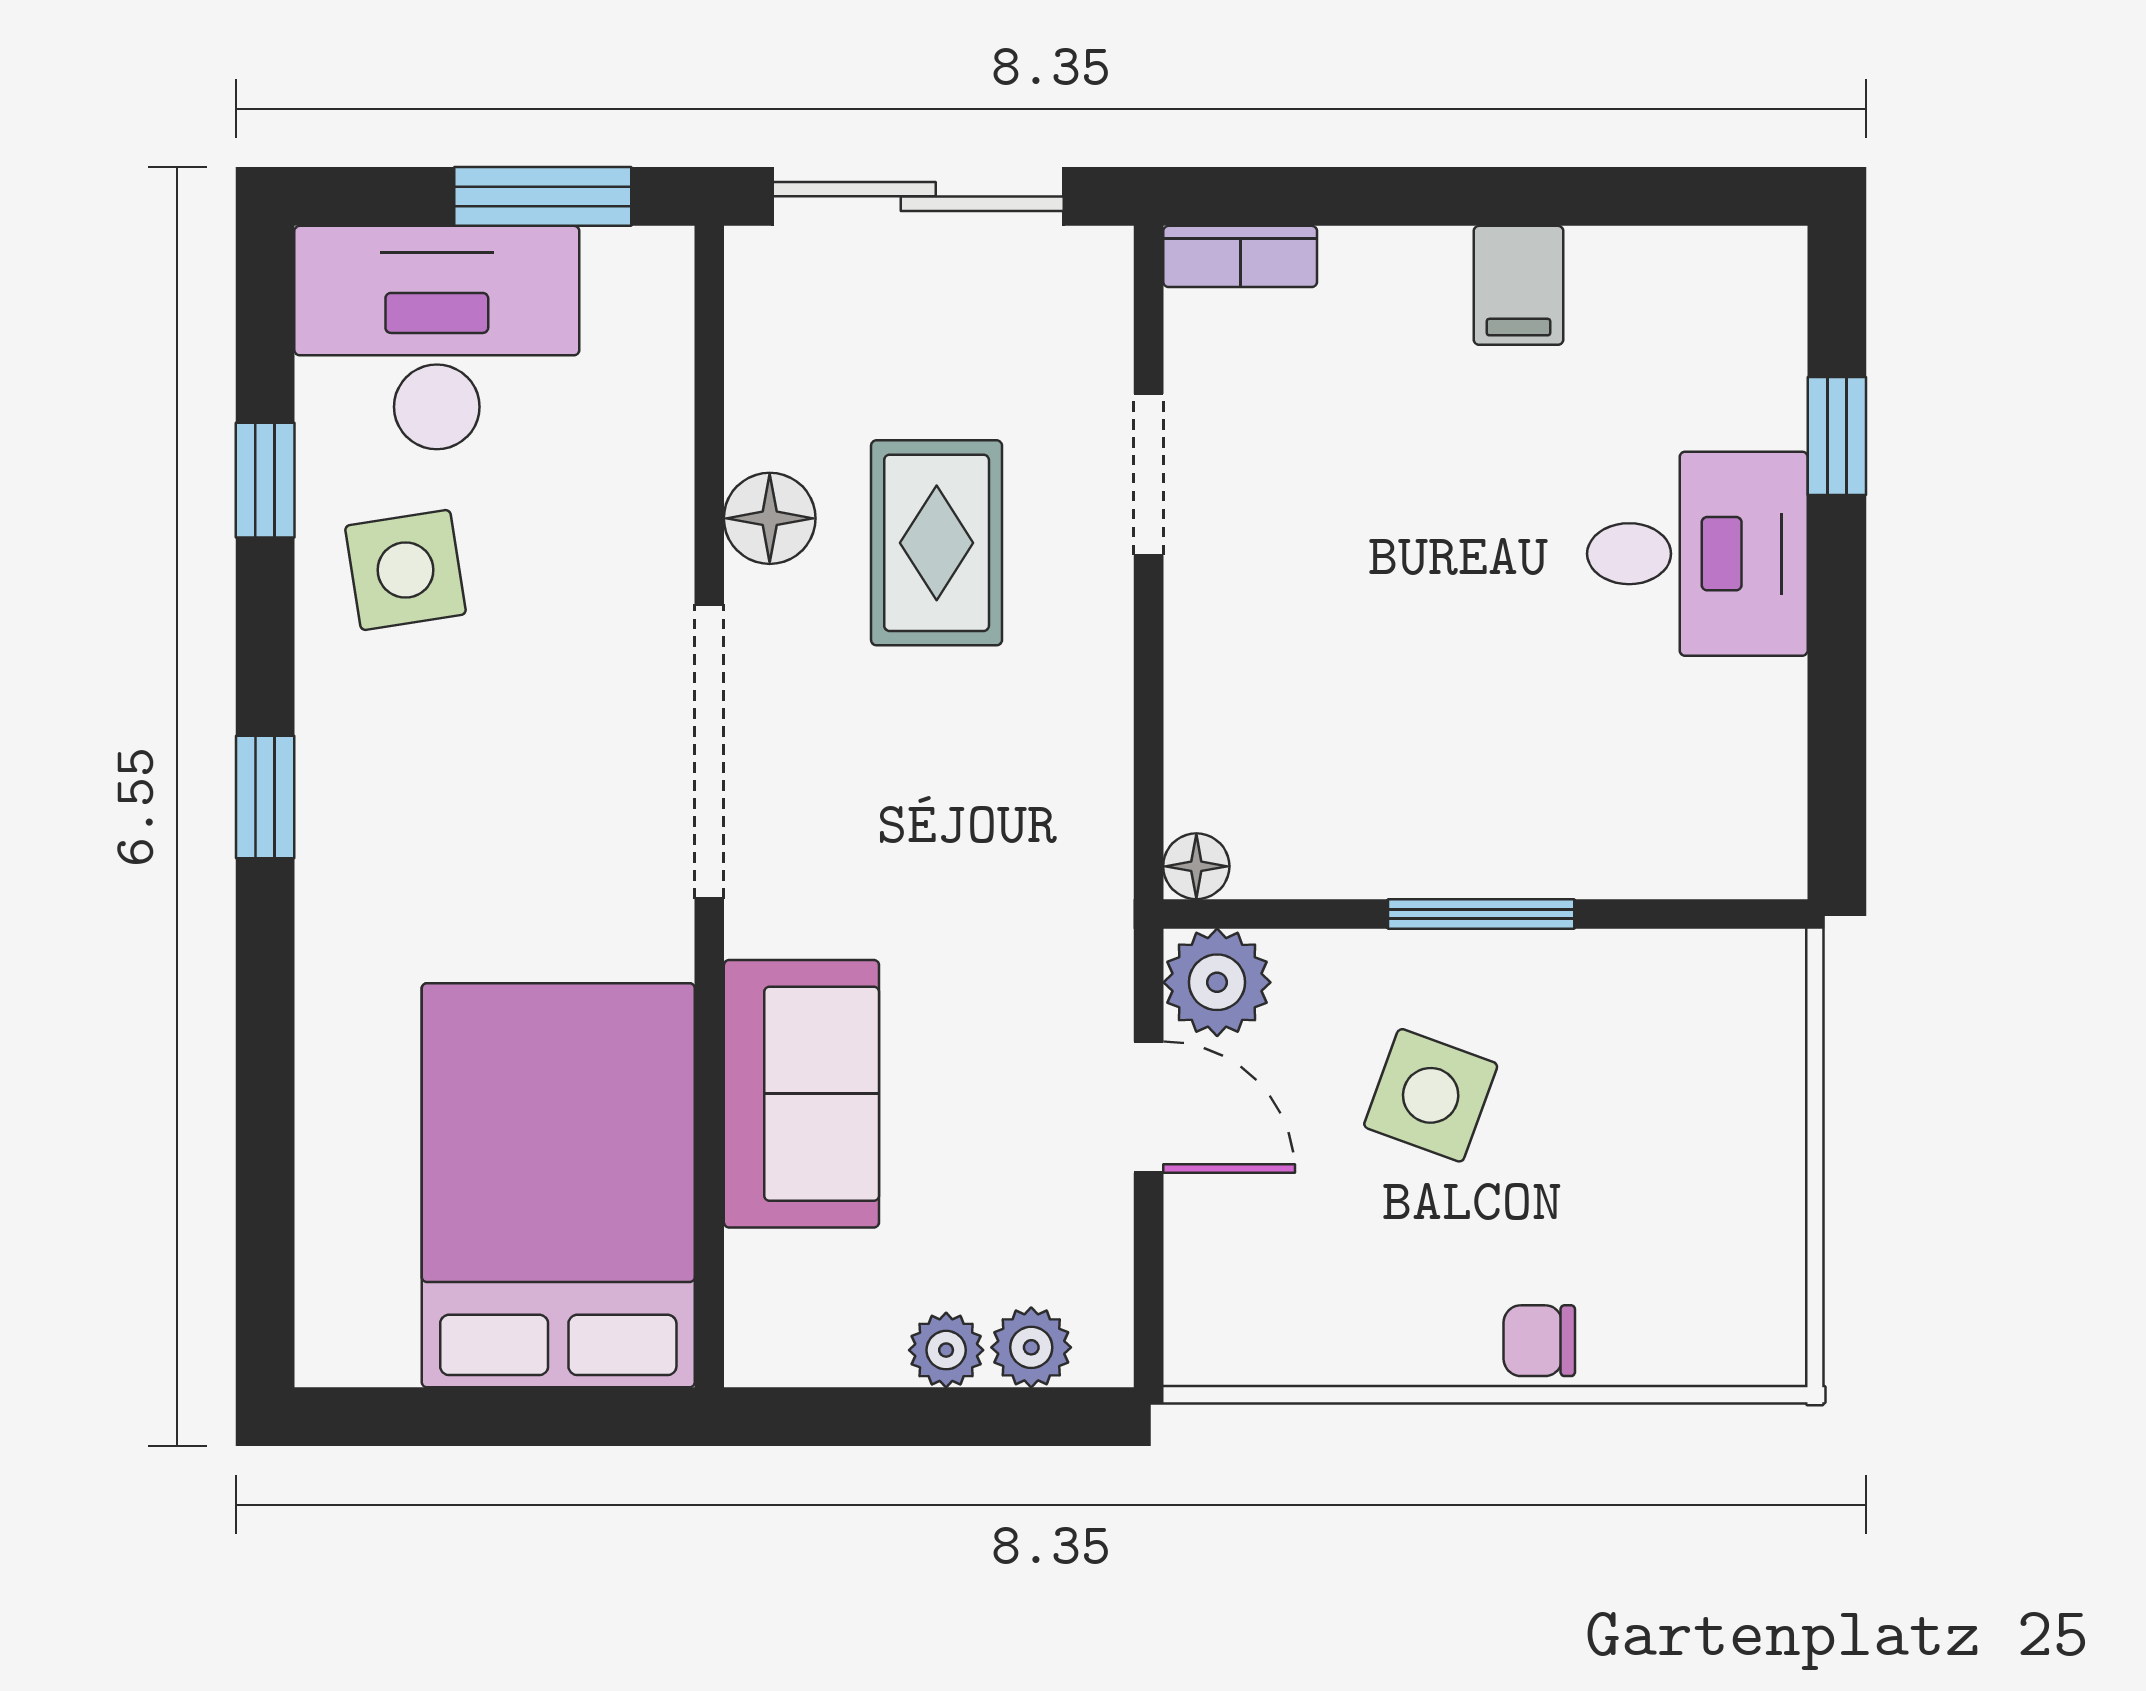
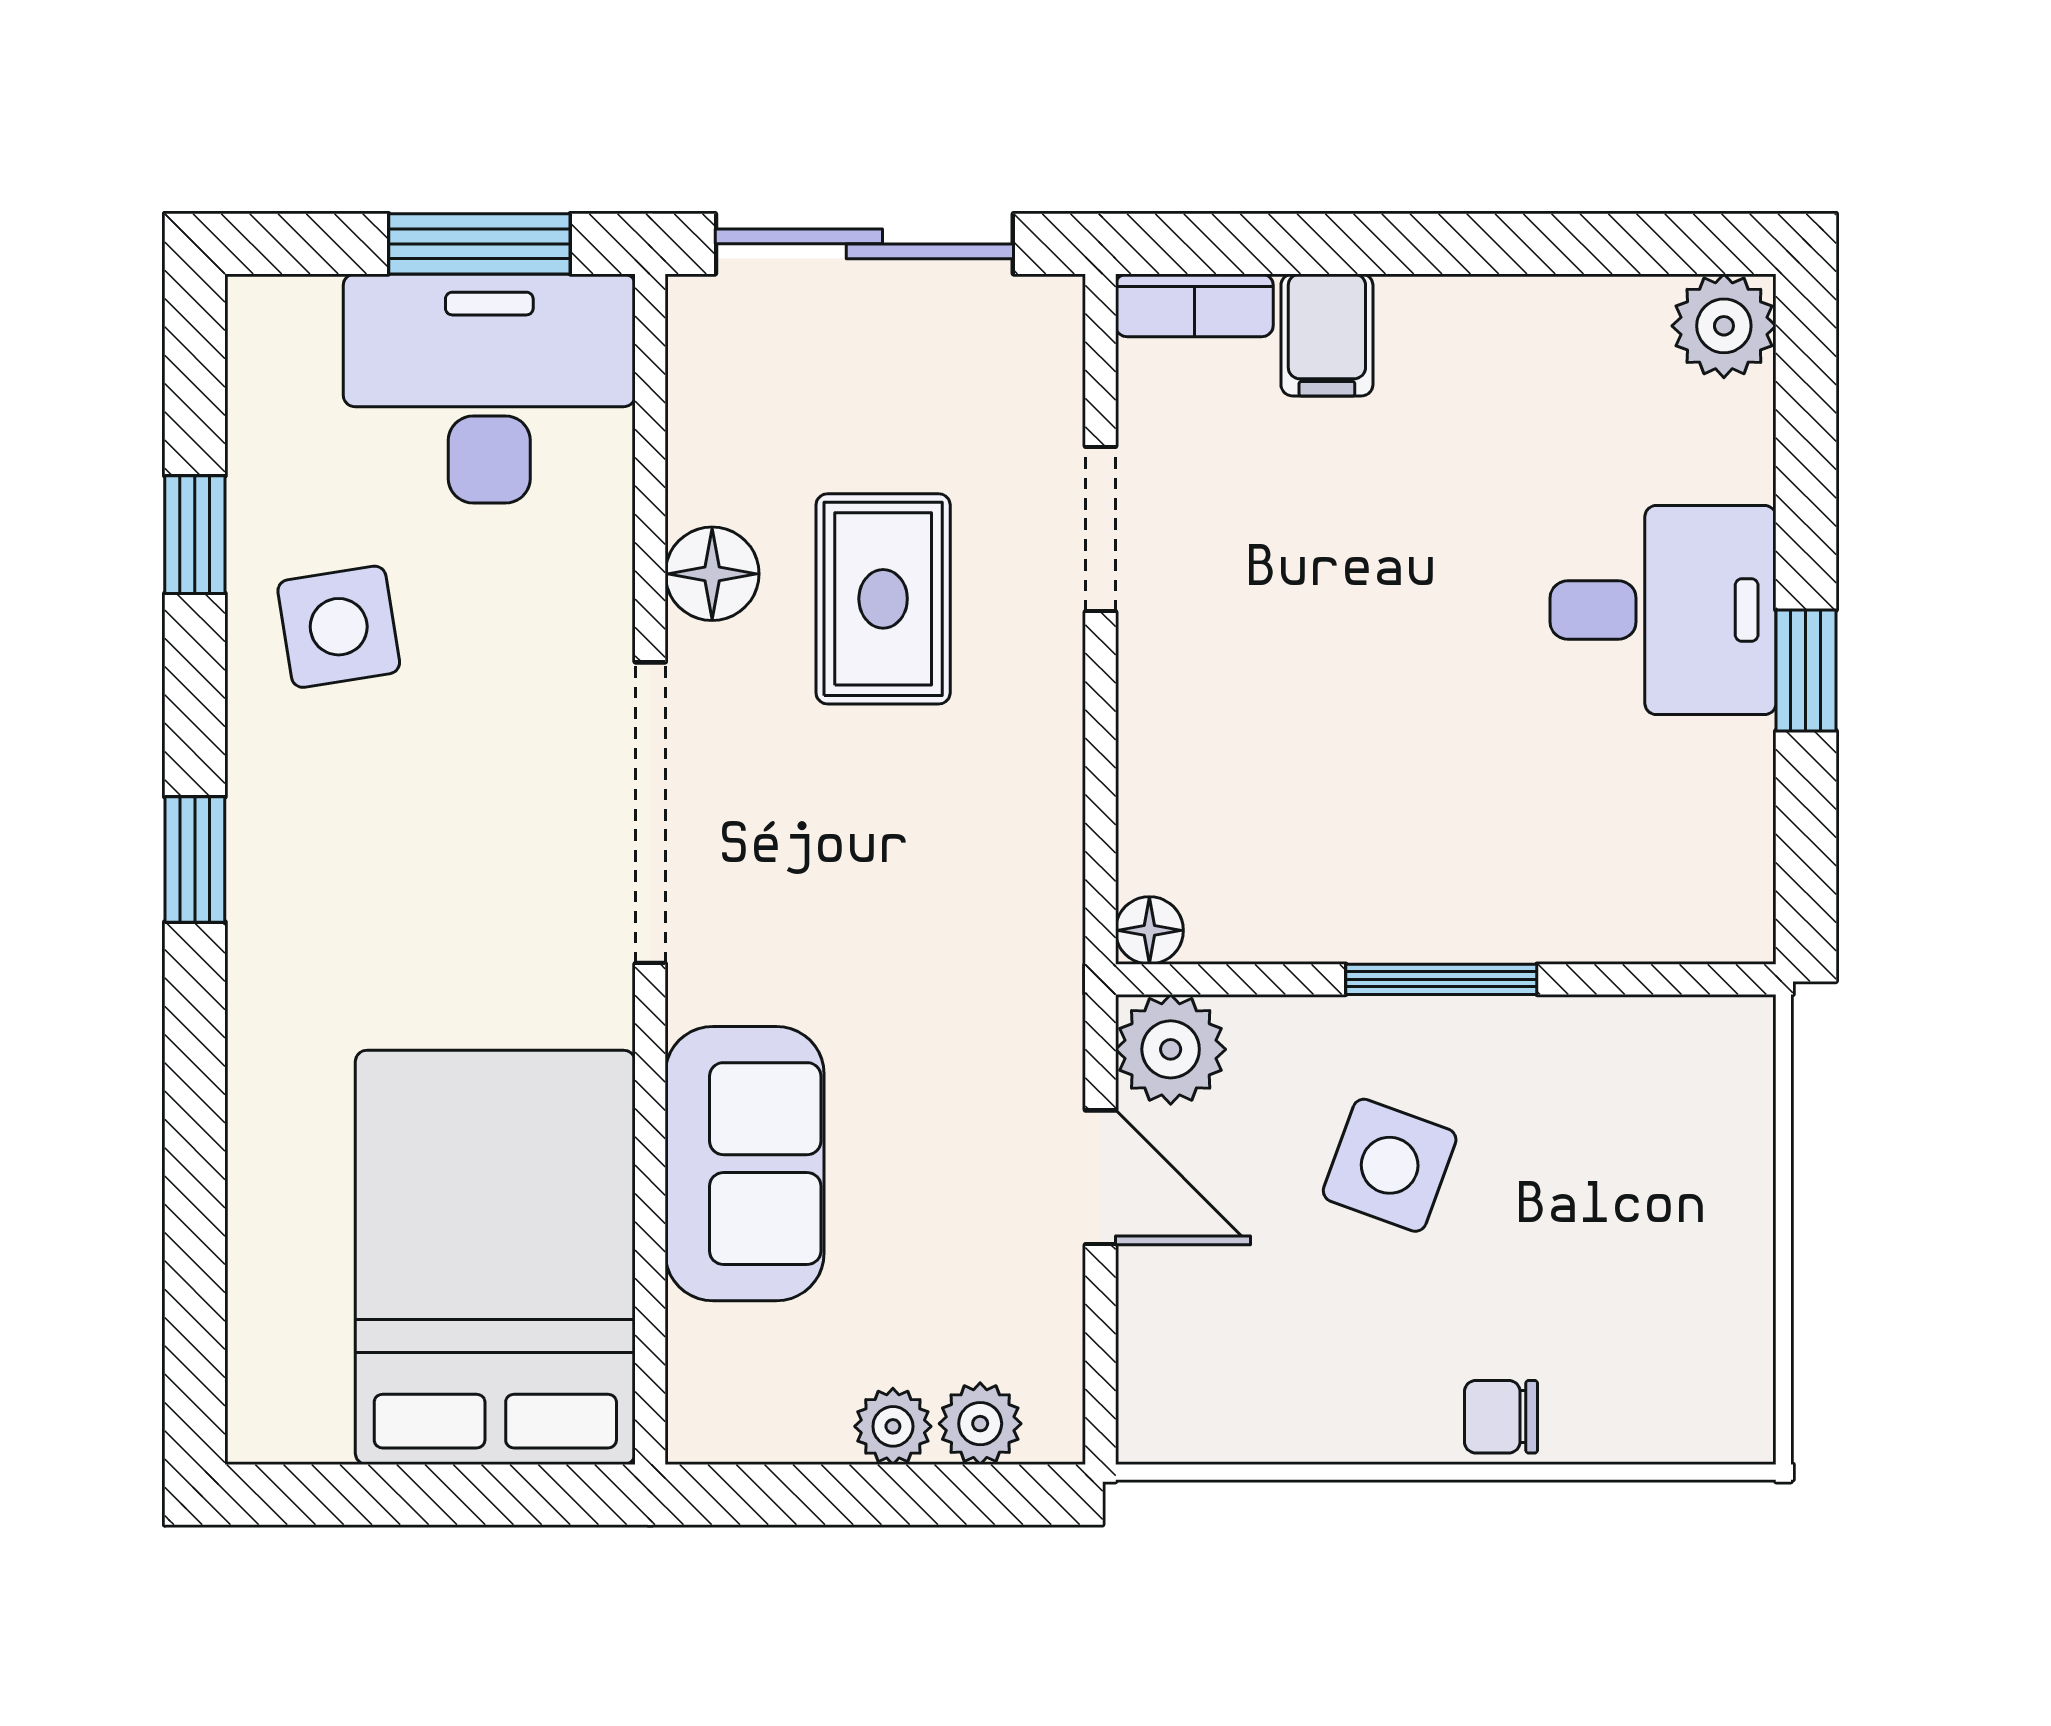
plant: (1757, 276) -> (1724, 326), added
filing cabinet: (1519, 285) -> (1327, 335), moved
desk: (437, 338) -> (489, 388), moved
window: (1837, 436) -> (1806, 670), moved

